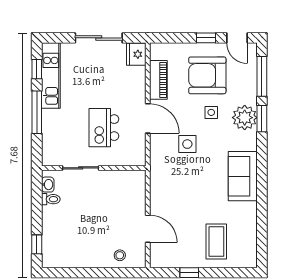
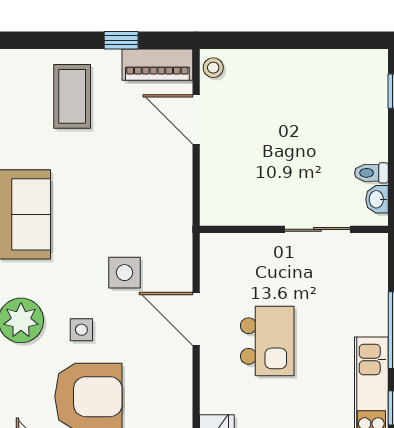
piano: (158, 80) -> (157, 65), moved, turned -90
kitchen island: (104, 128) -> (267, 341), moved
stool: (120, 255) -> (213, 68), moved

